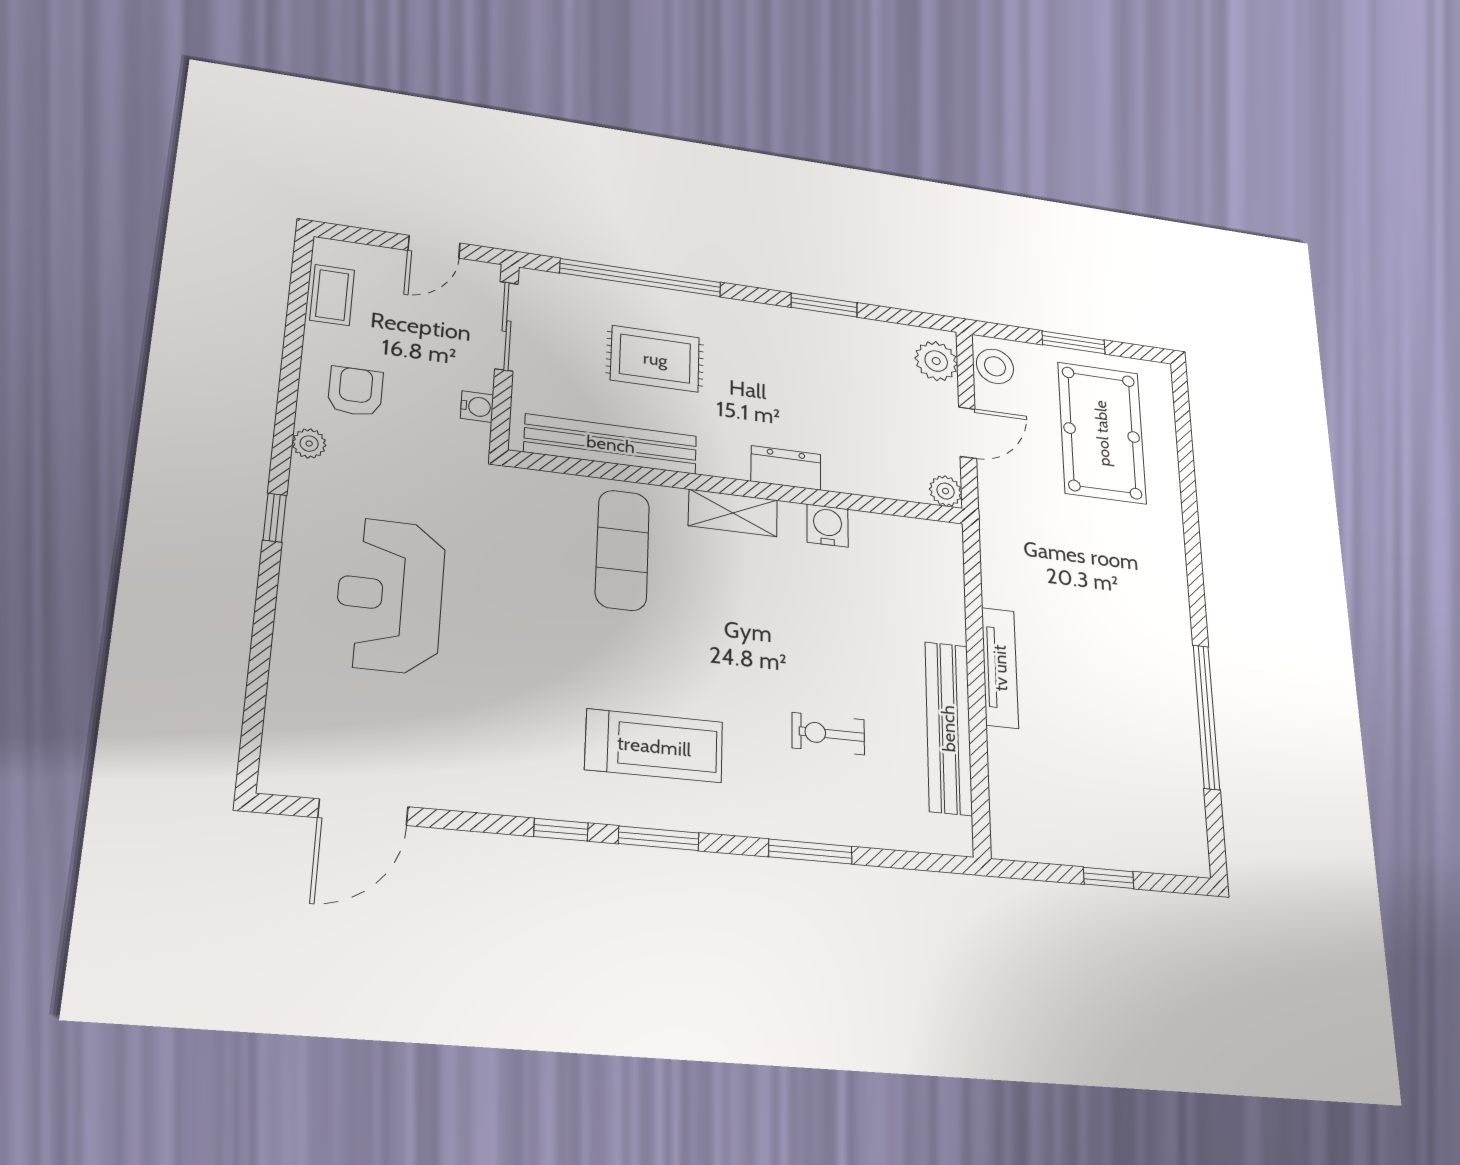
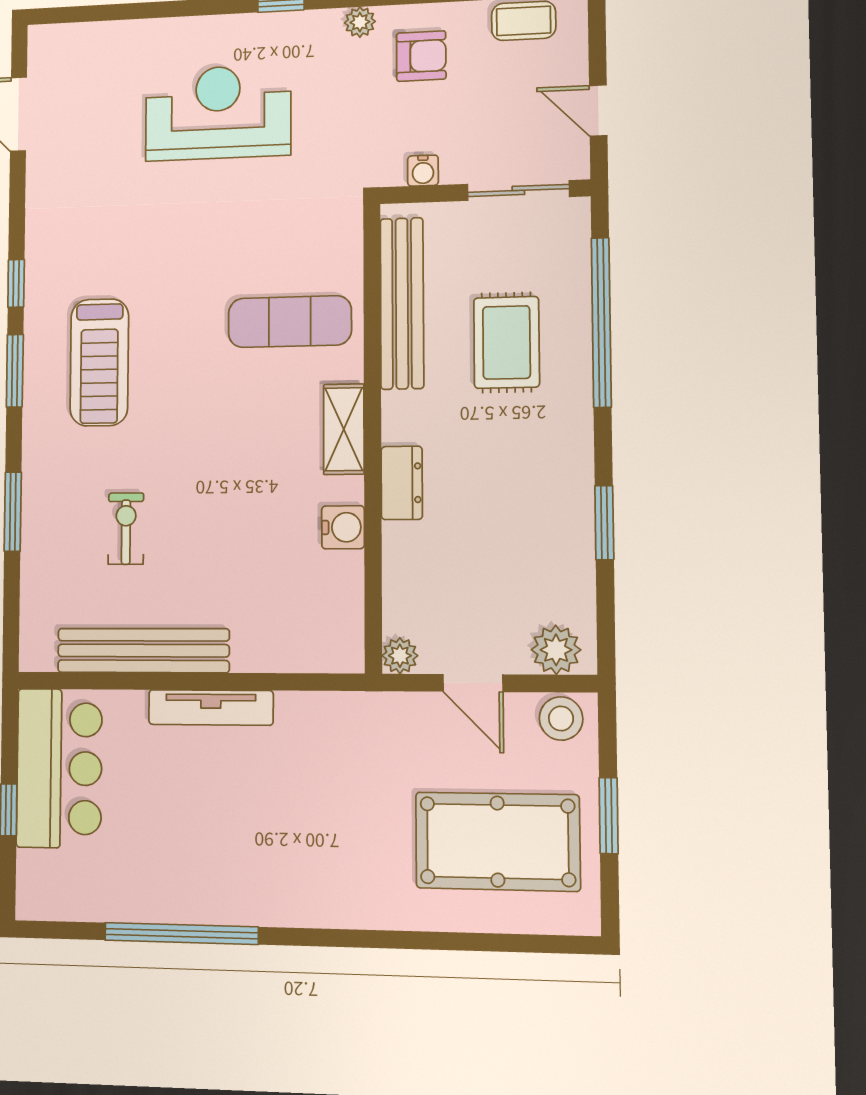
bar counter: (1065, 822) -> (59, 768), added

